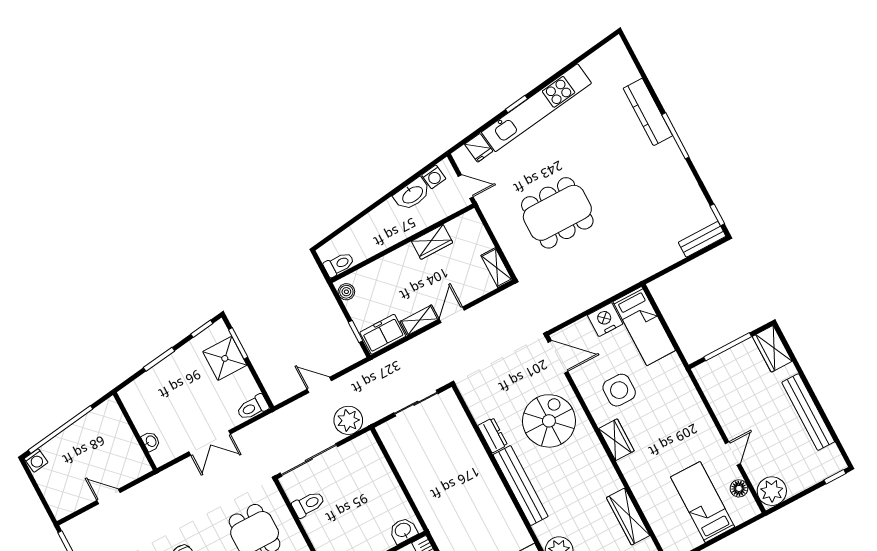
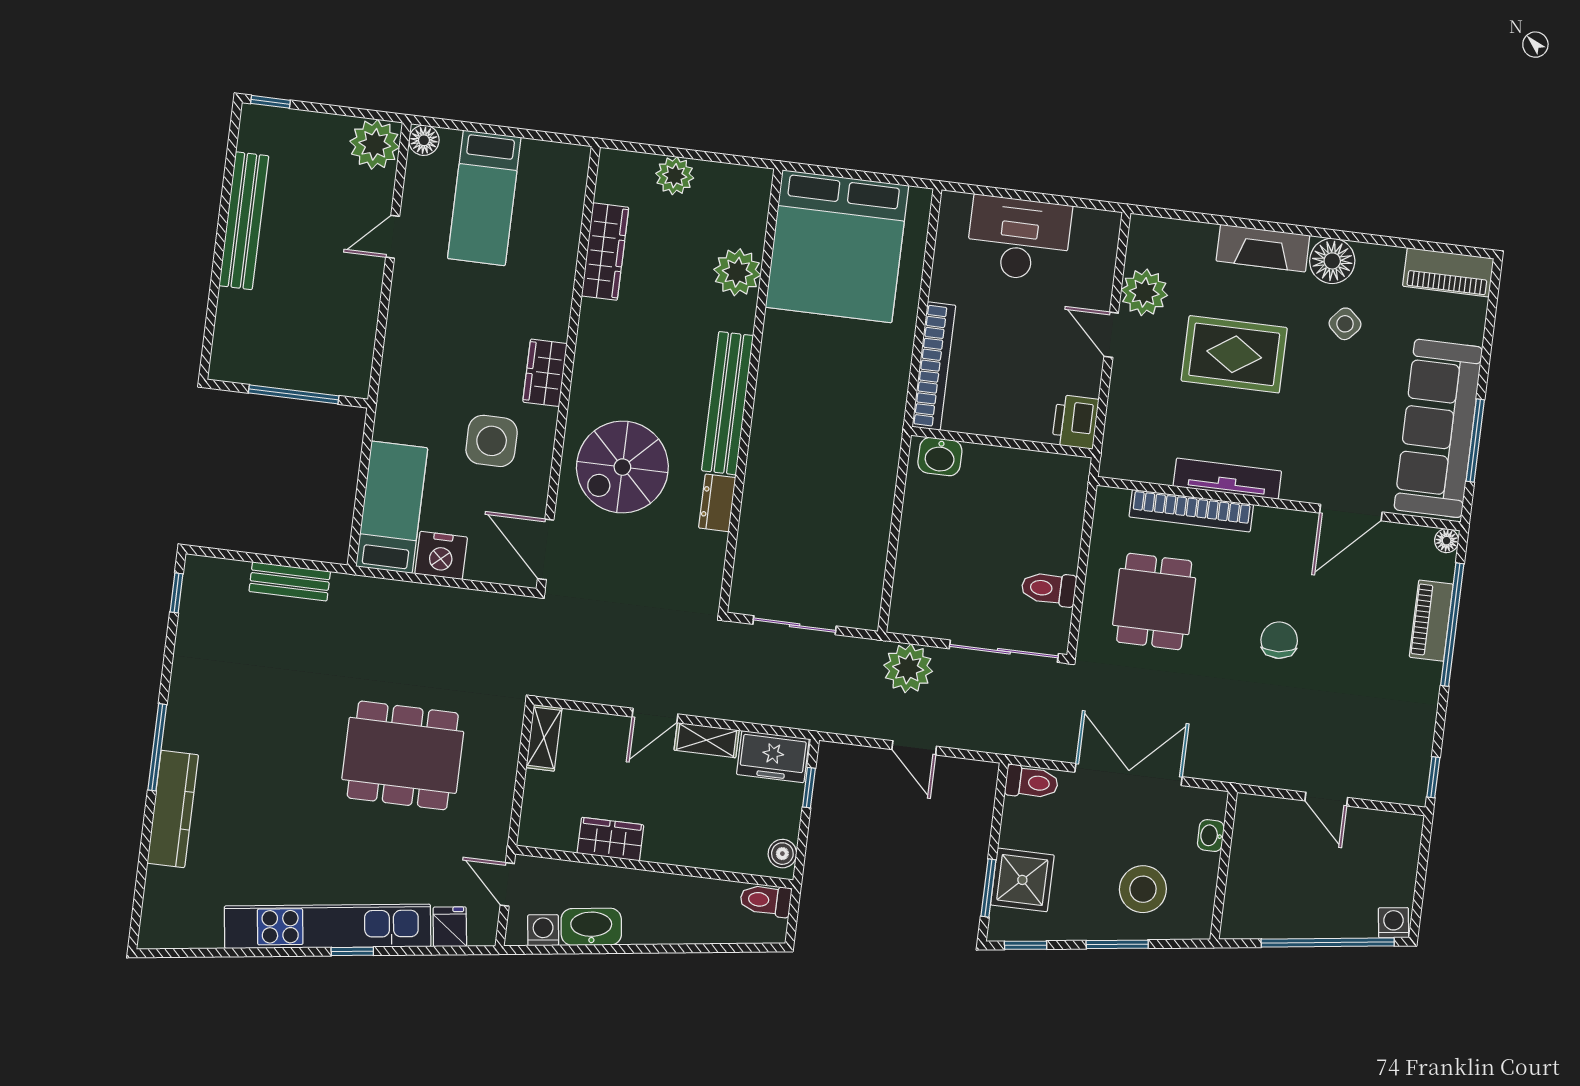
bench: (702, 239) -> (290, 581), moved
wardrobe: (772, 349) -> (232, 347), removed
stool: (165, 394) -> (1143, 889), added
double door: (210, 443) -> (1128, 774), width x1.37
floor lamp: (739, 488) -> (424, 140), moved

